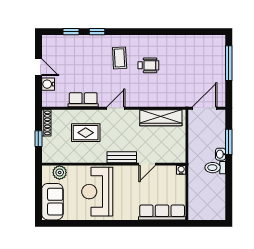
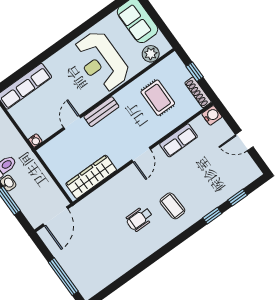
water cooler: (48, 84) -> (212, 115), moved
rug: (86, 133) -> (158, 98), moved, turned 90
reception desk: (97, 192) -> (101, 61), turned 180

